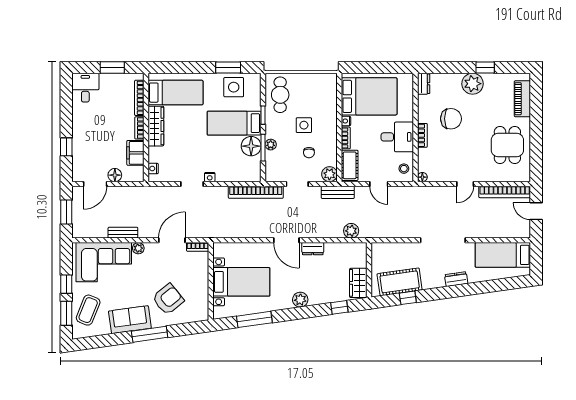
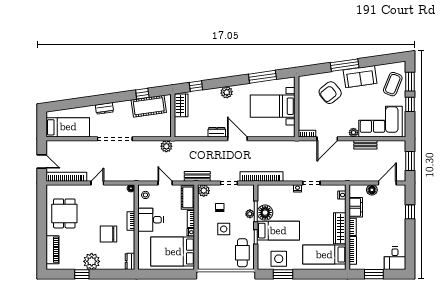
plant: (351, 231) -> (166, 146), moved

